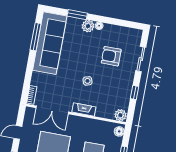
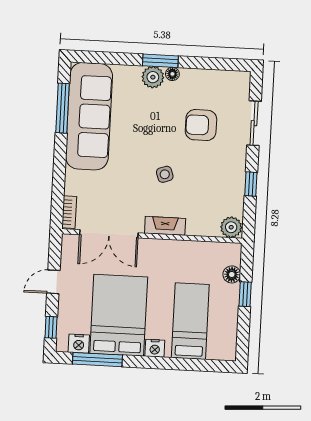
window: (77, 15) -> (160, 61), moved
floor lamp: (119, 131) -> (232, 274), moved

